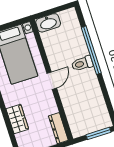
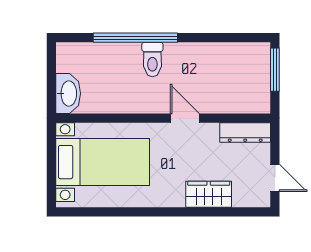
door: (52, 81) -> (185, 118), moved

